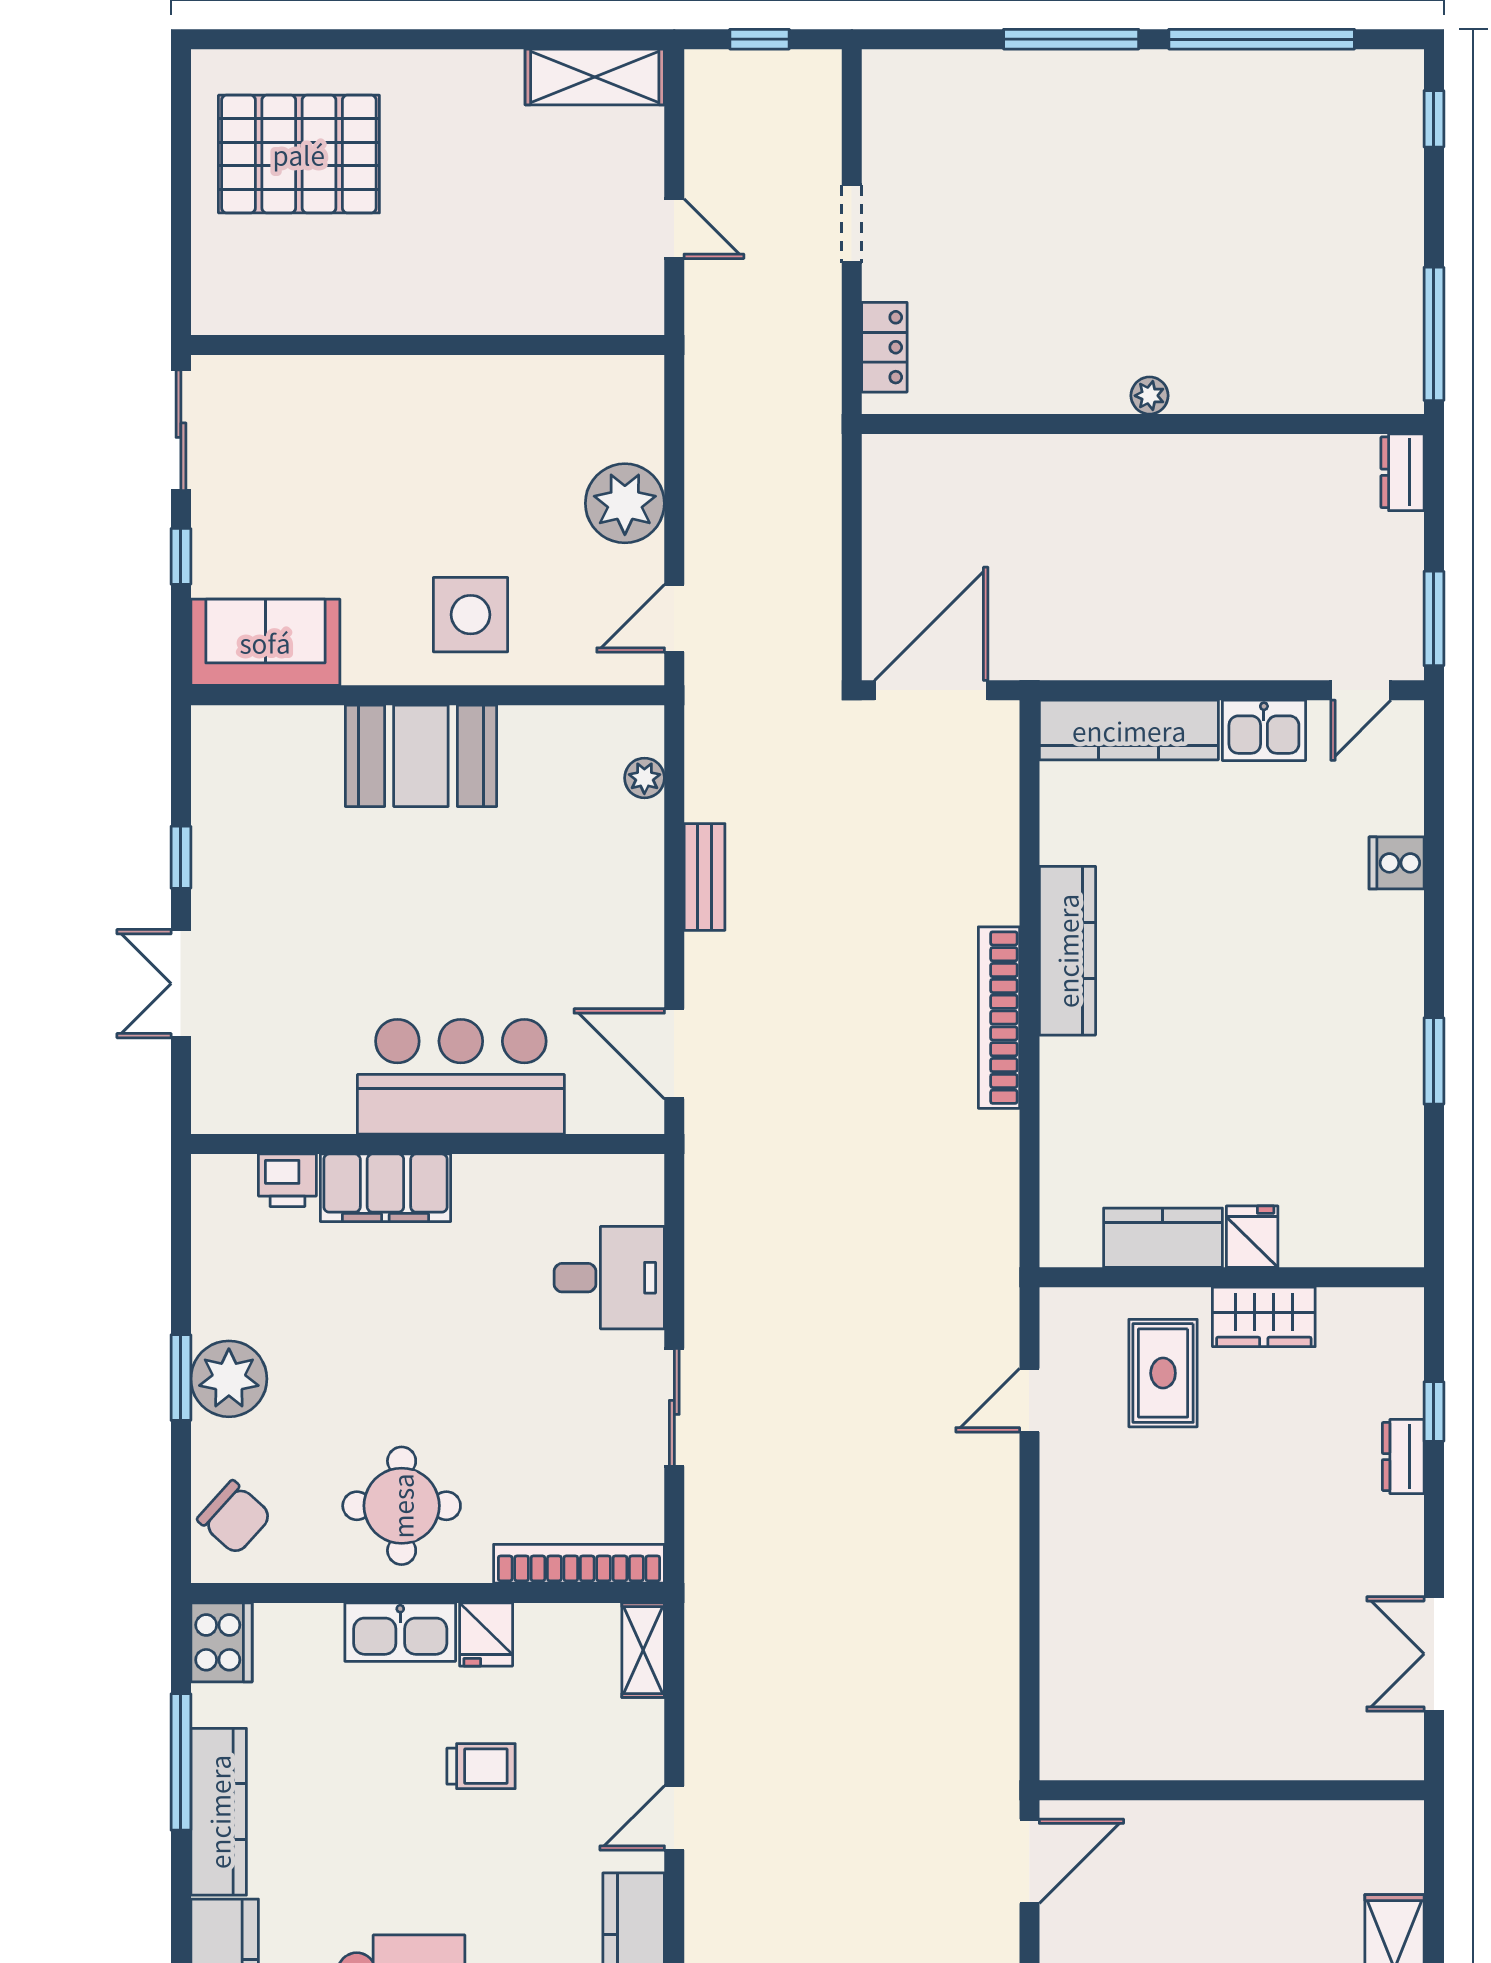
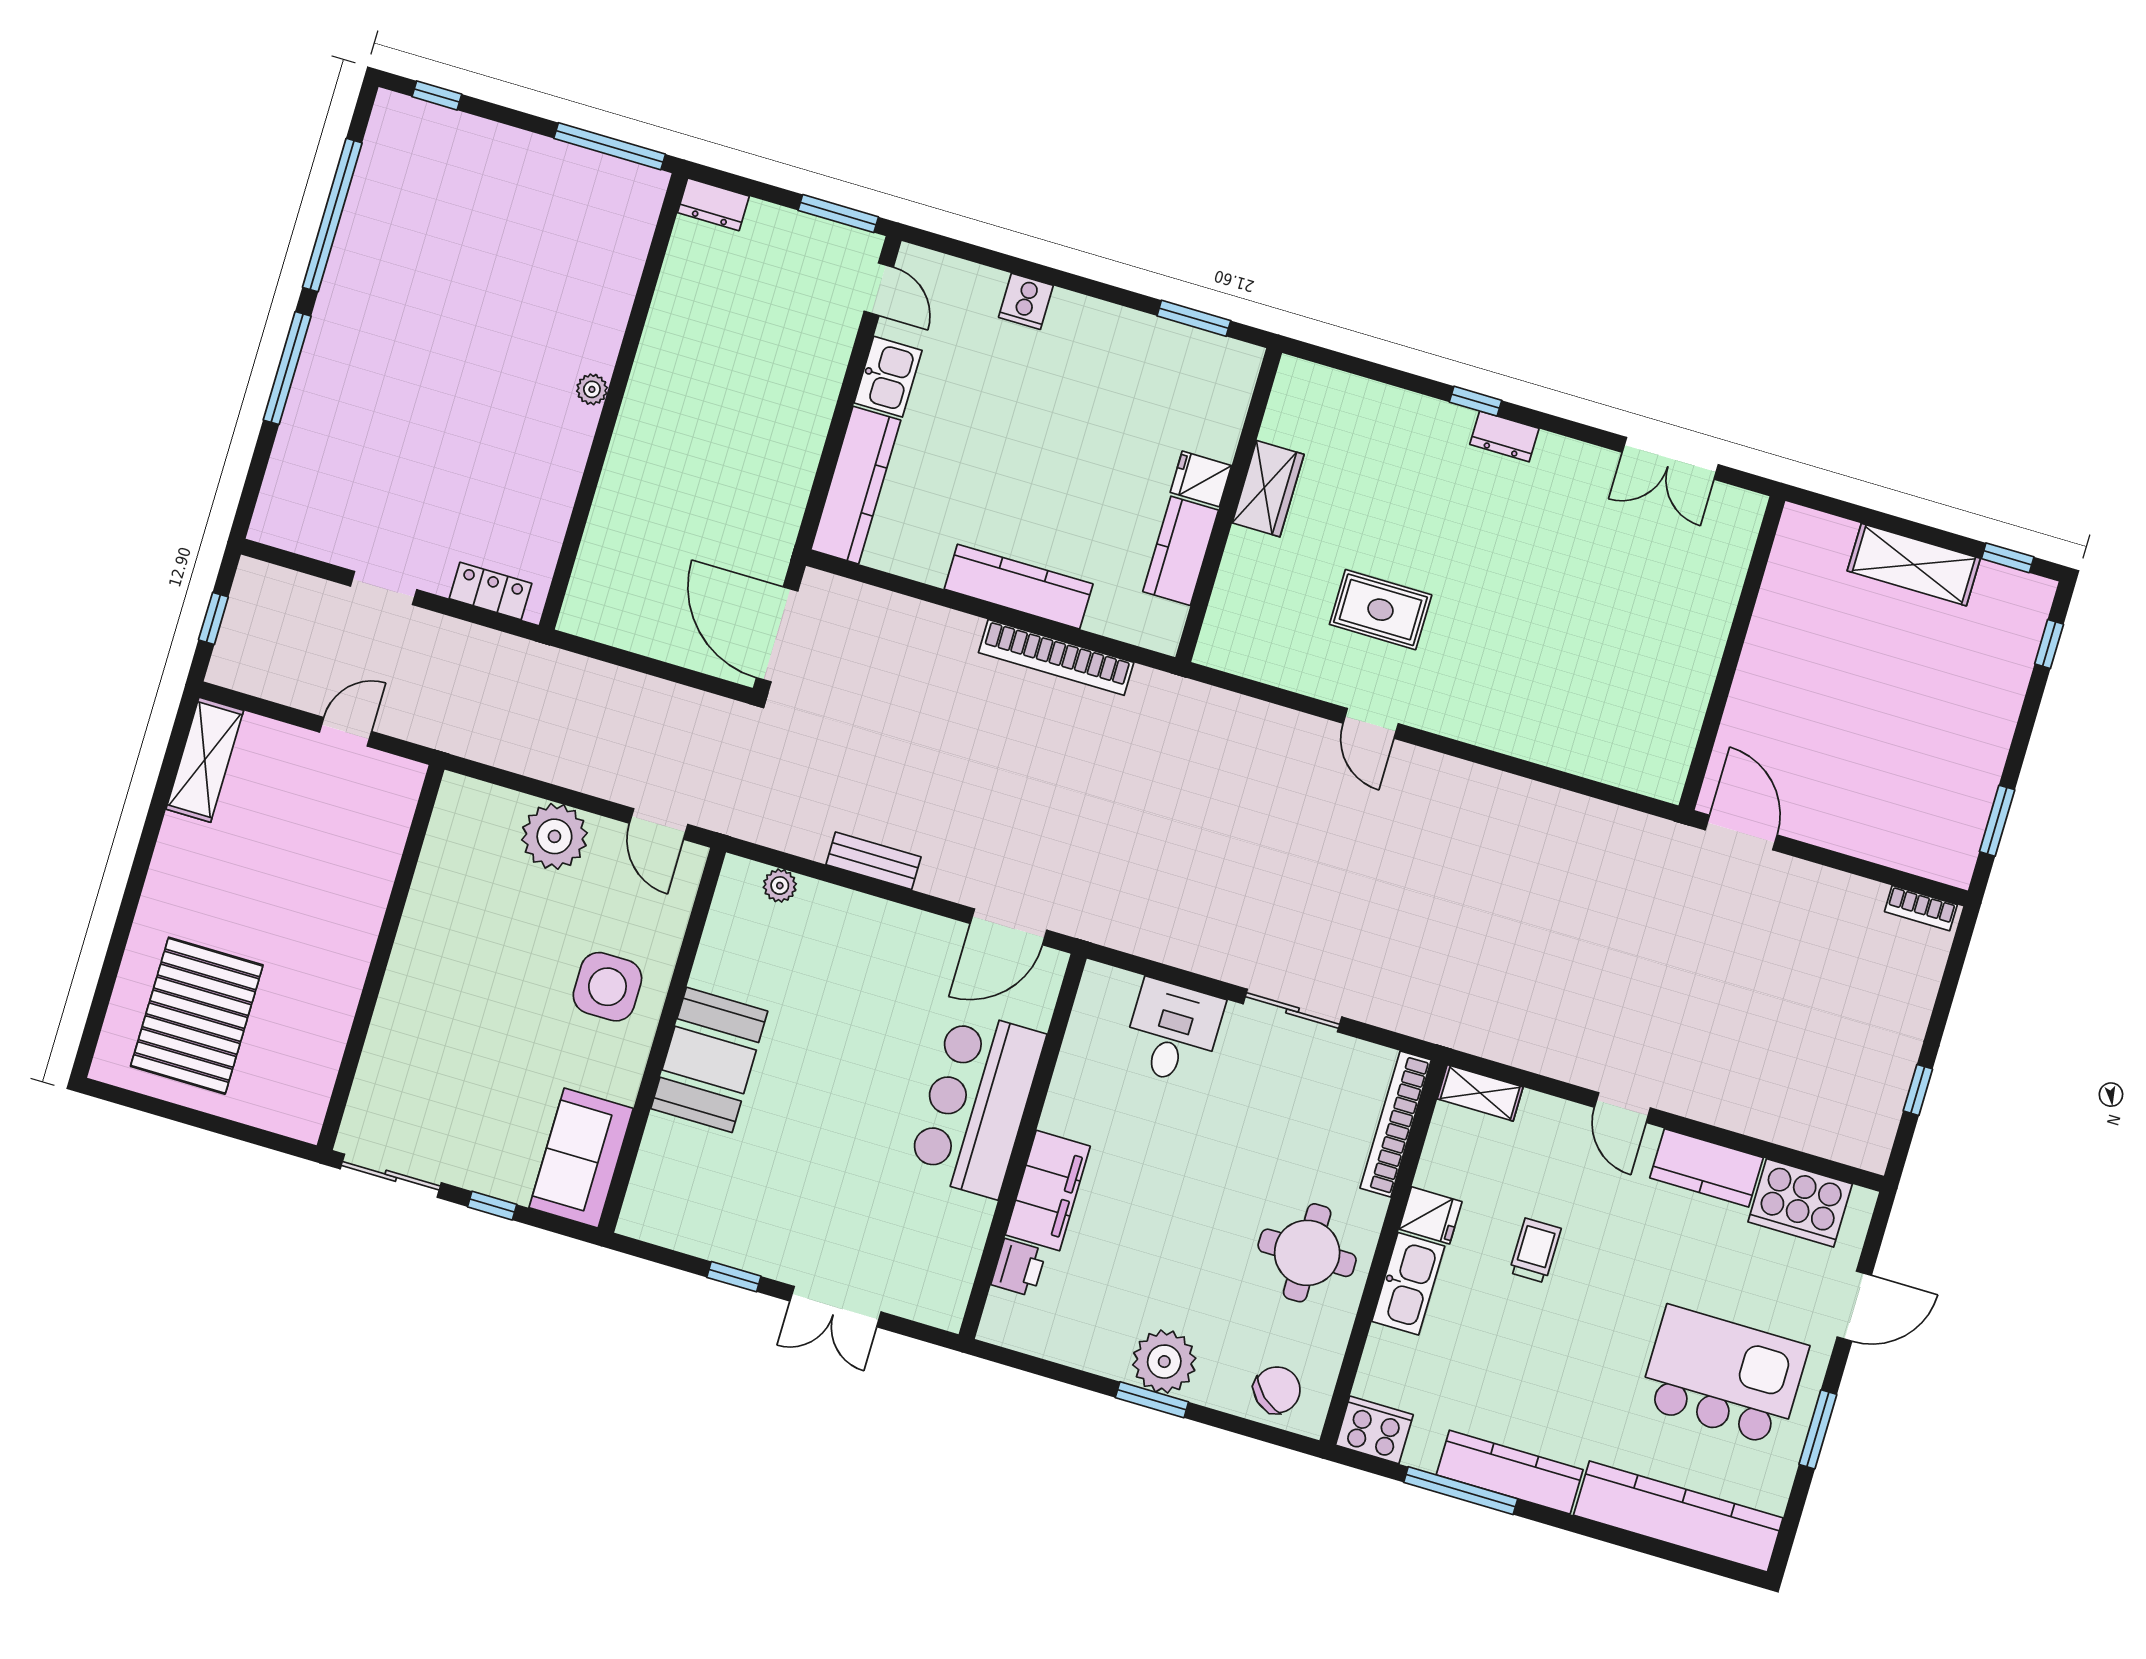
fridge: (1252, 1237) -> (1201, 479), moved
kitchen counter: (1163, 1238) -> (1181, 551), moved
wall: (1232, 1277) -> (1229, 505), moved
wardrobe: (1264, 1317) -> (1268, 489), moved

